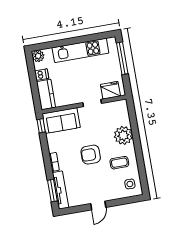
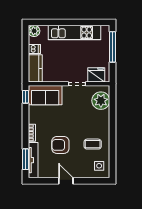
plant: (123, 135) -> (101, 101), moved
armchair: (91, 155) -> (60, 145), moved
door: (98, 206) -> (66, 181), swing flipped

